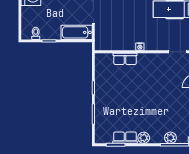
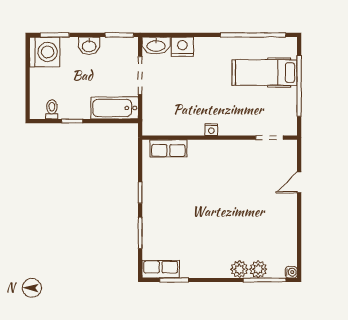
row of seats: (125, 59) -> (168, 148), moved
row of seats: (125, 138) -> (161, 269), moved
plant: (144, 138) -> (239, 269), moved

